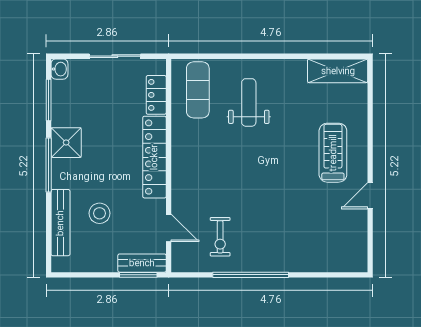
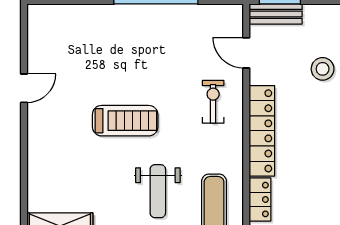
treadmill: (333, 153) -> (125, 121), moved, turned -90
exercise bike: (220, 237) -> (213, 102), moved

